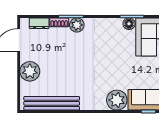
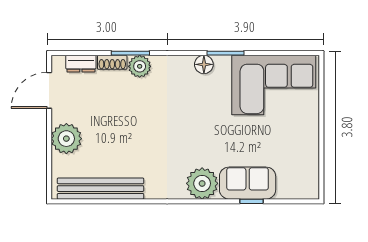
floor lamp: (129, 24) -> (204, 64), moved

